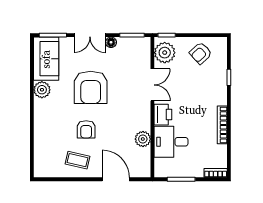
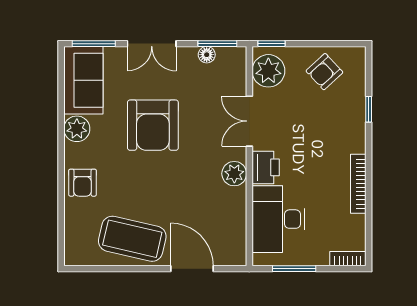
floor lamp: (111, 42) -> (207, 55), moved
double door: (152, 85) -> (249, 121), swing flipped
armchair: (86, 129) -> (83, 183), moved
plant: (143, 139) -> (234, 174), moved
desk: (171, 142) -> (278, 219), width x1.37
coffee table: (77, 160) -> (132, 239), width x1.86, depth x1.72

